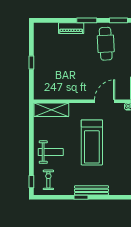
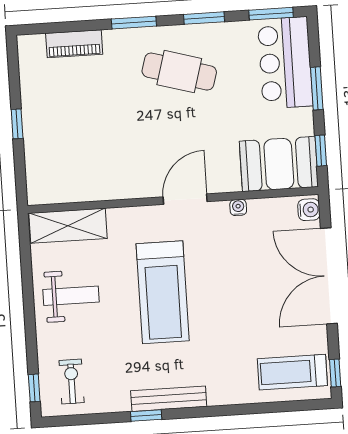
piano: (71, 28) -> (74, 44), moved
cafe table: (106, 44) -> (179, 72), turned -71
weight bench: (51, 152) -> (71, 296), moved

